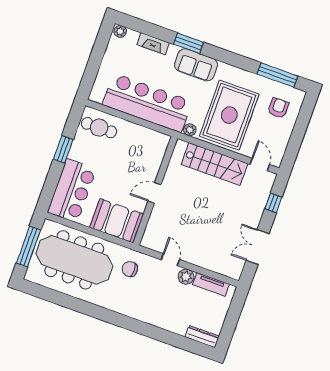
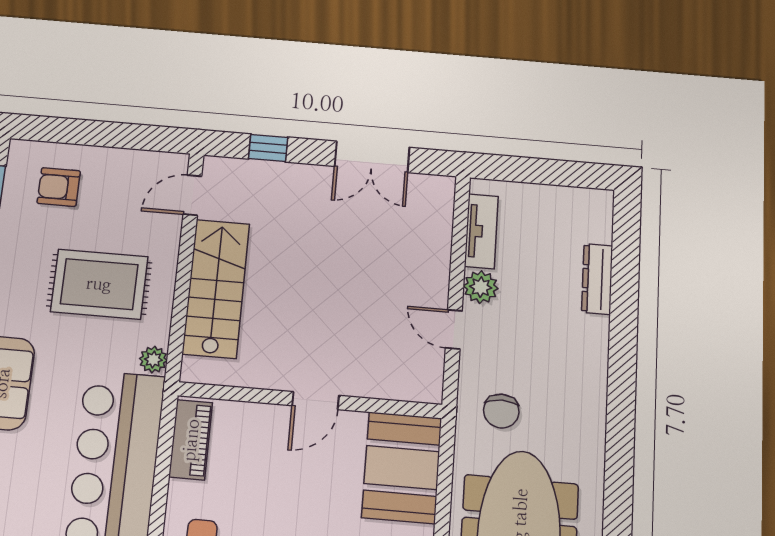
rug: (229, 115) -> (99, 284), width x0.73, depth x0.69
piano: (151, 137) -> (191, 440), added
door: (154, 193) -> (316, 401), hinge flipped
door: (170, 260) -> (454, 329), hinge flipped
dresser: (202, 337) -> (597, 279), moved

